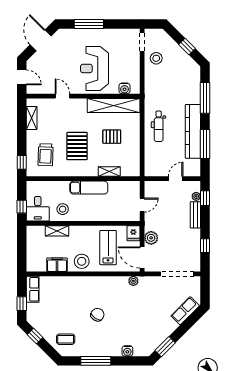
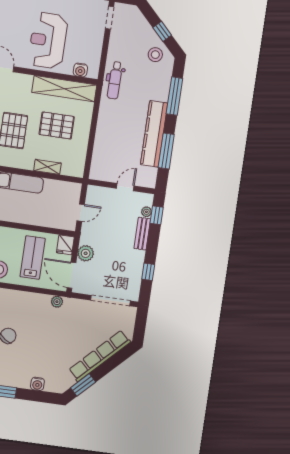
stool: (156, 58) -> (155, 55), moved
dental chair: (159, 126) -> (115, 80), moved
pallet: (112, 137) -> (57, 125), width x1.50, depth x1.42
row of seats: (185, 311) -> (100, 356), width x2.02

